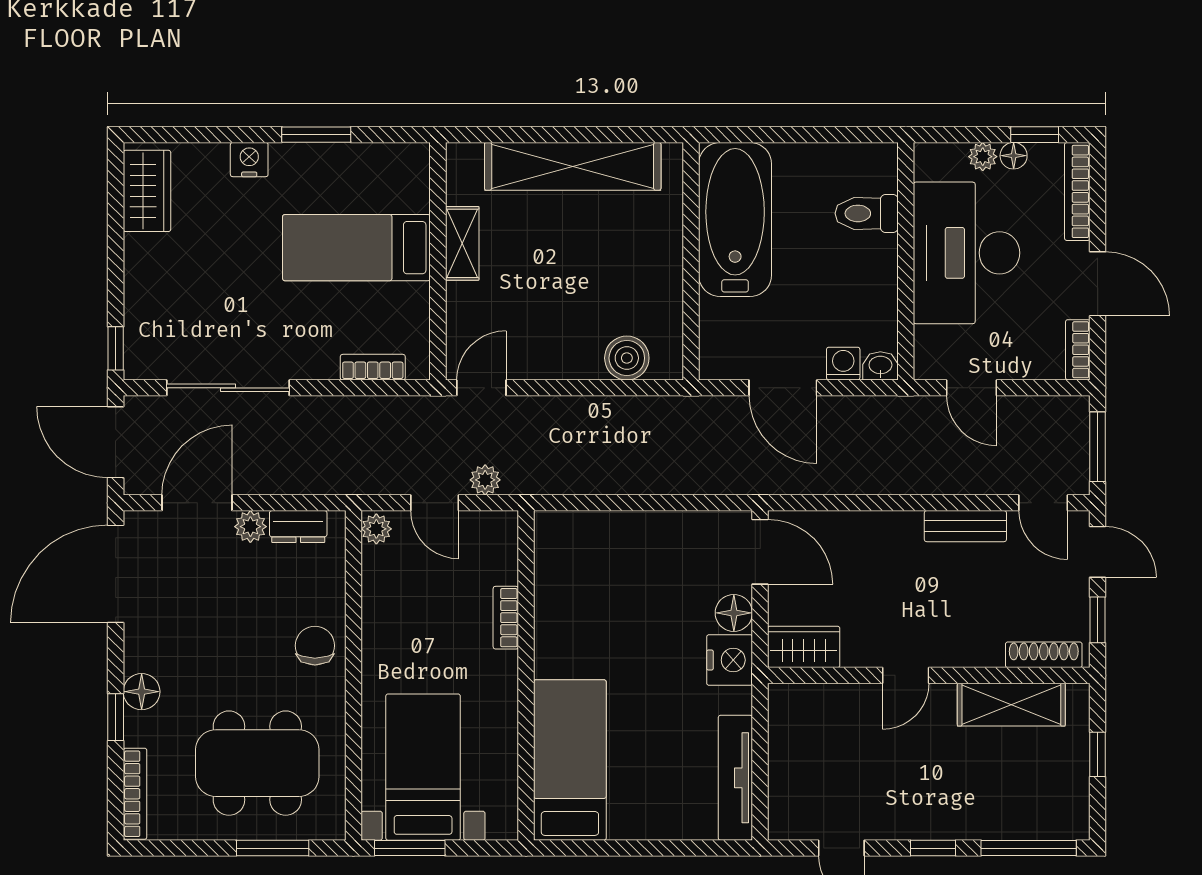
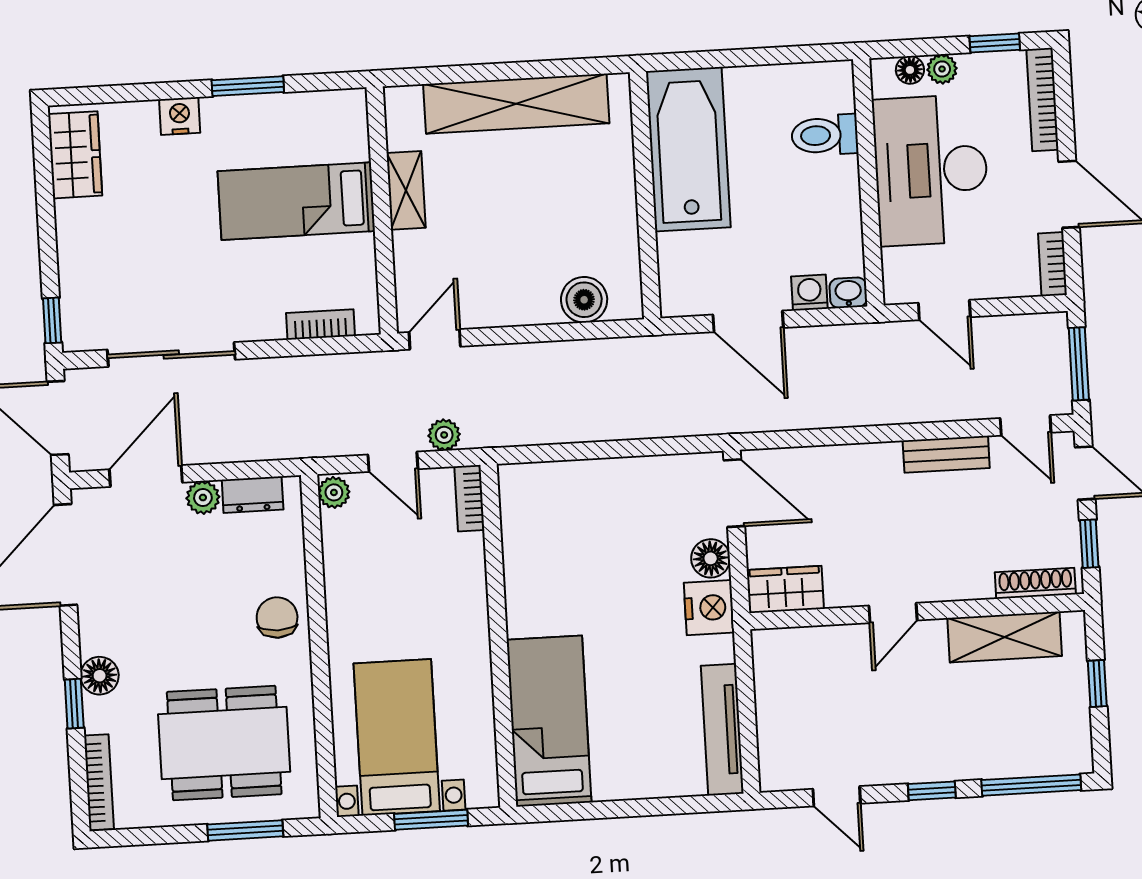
floor lamp: (1014, 156) -> (910, 70), moved
bookcase: (506, 618) -> (469, 498), moved
window: (410, 848) -> (431, 820), moved

